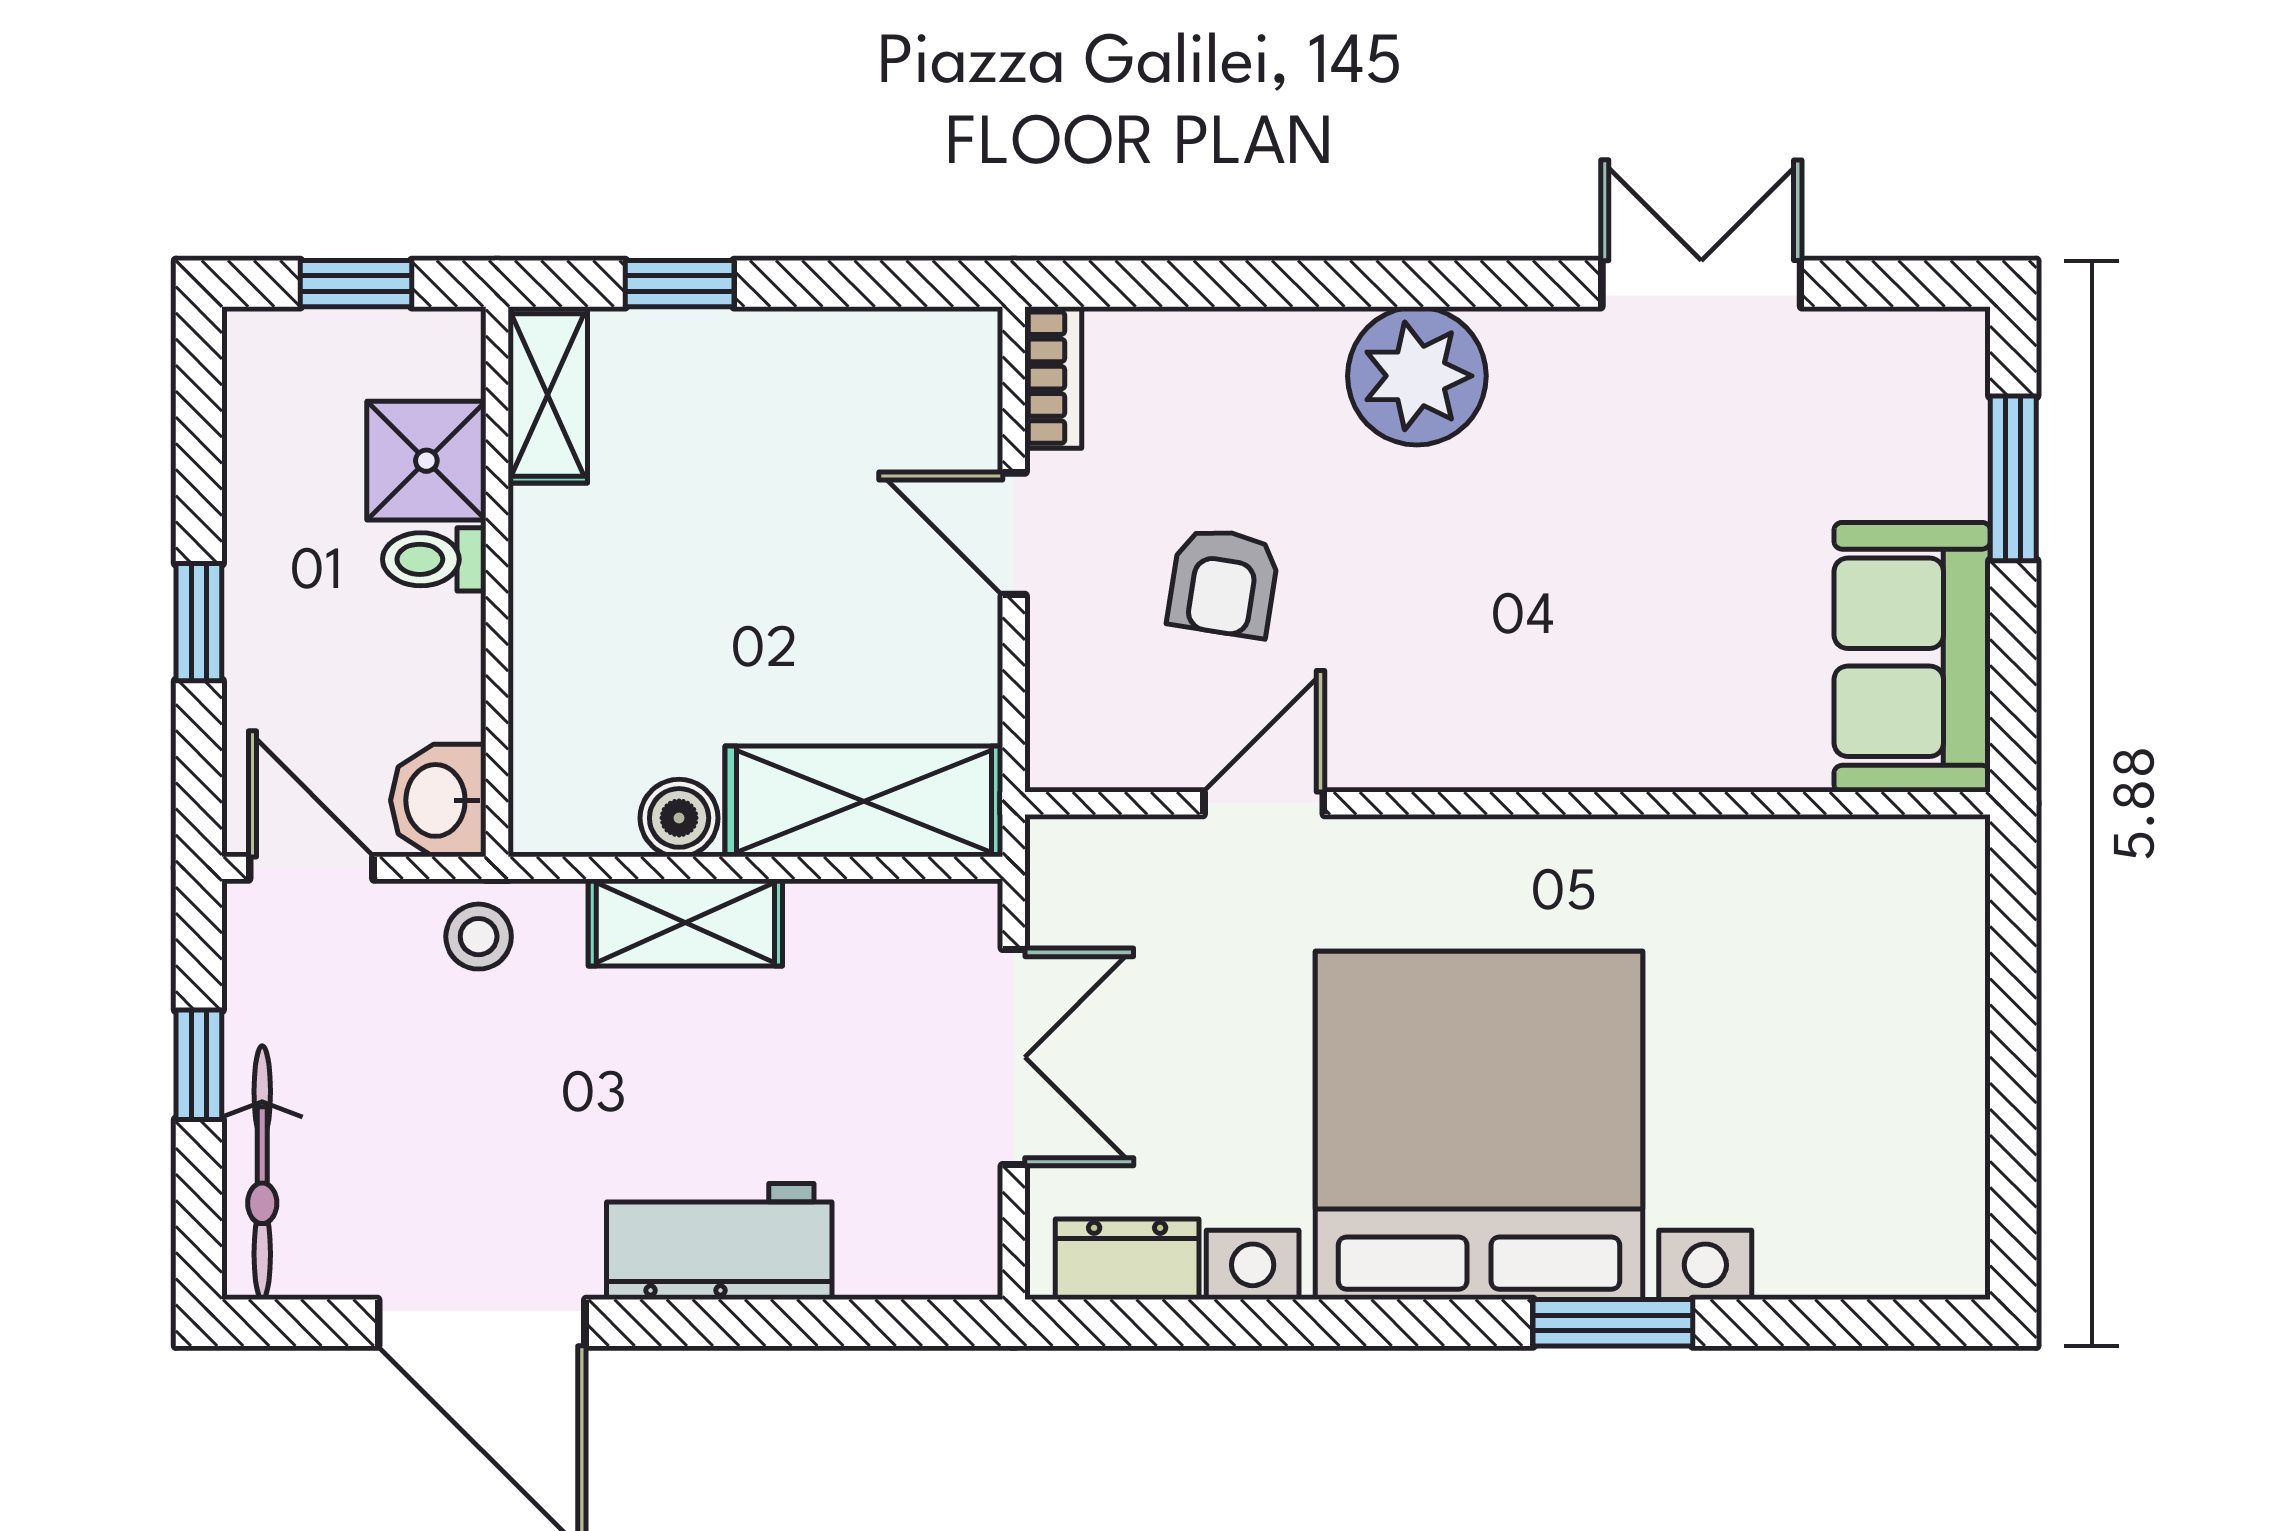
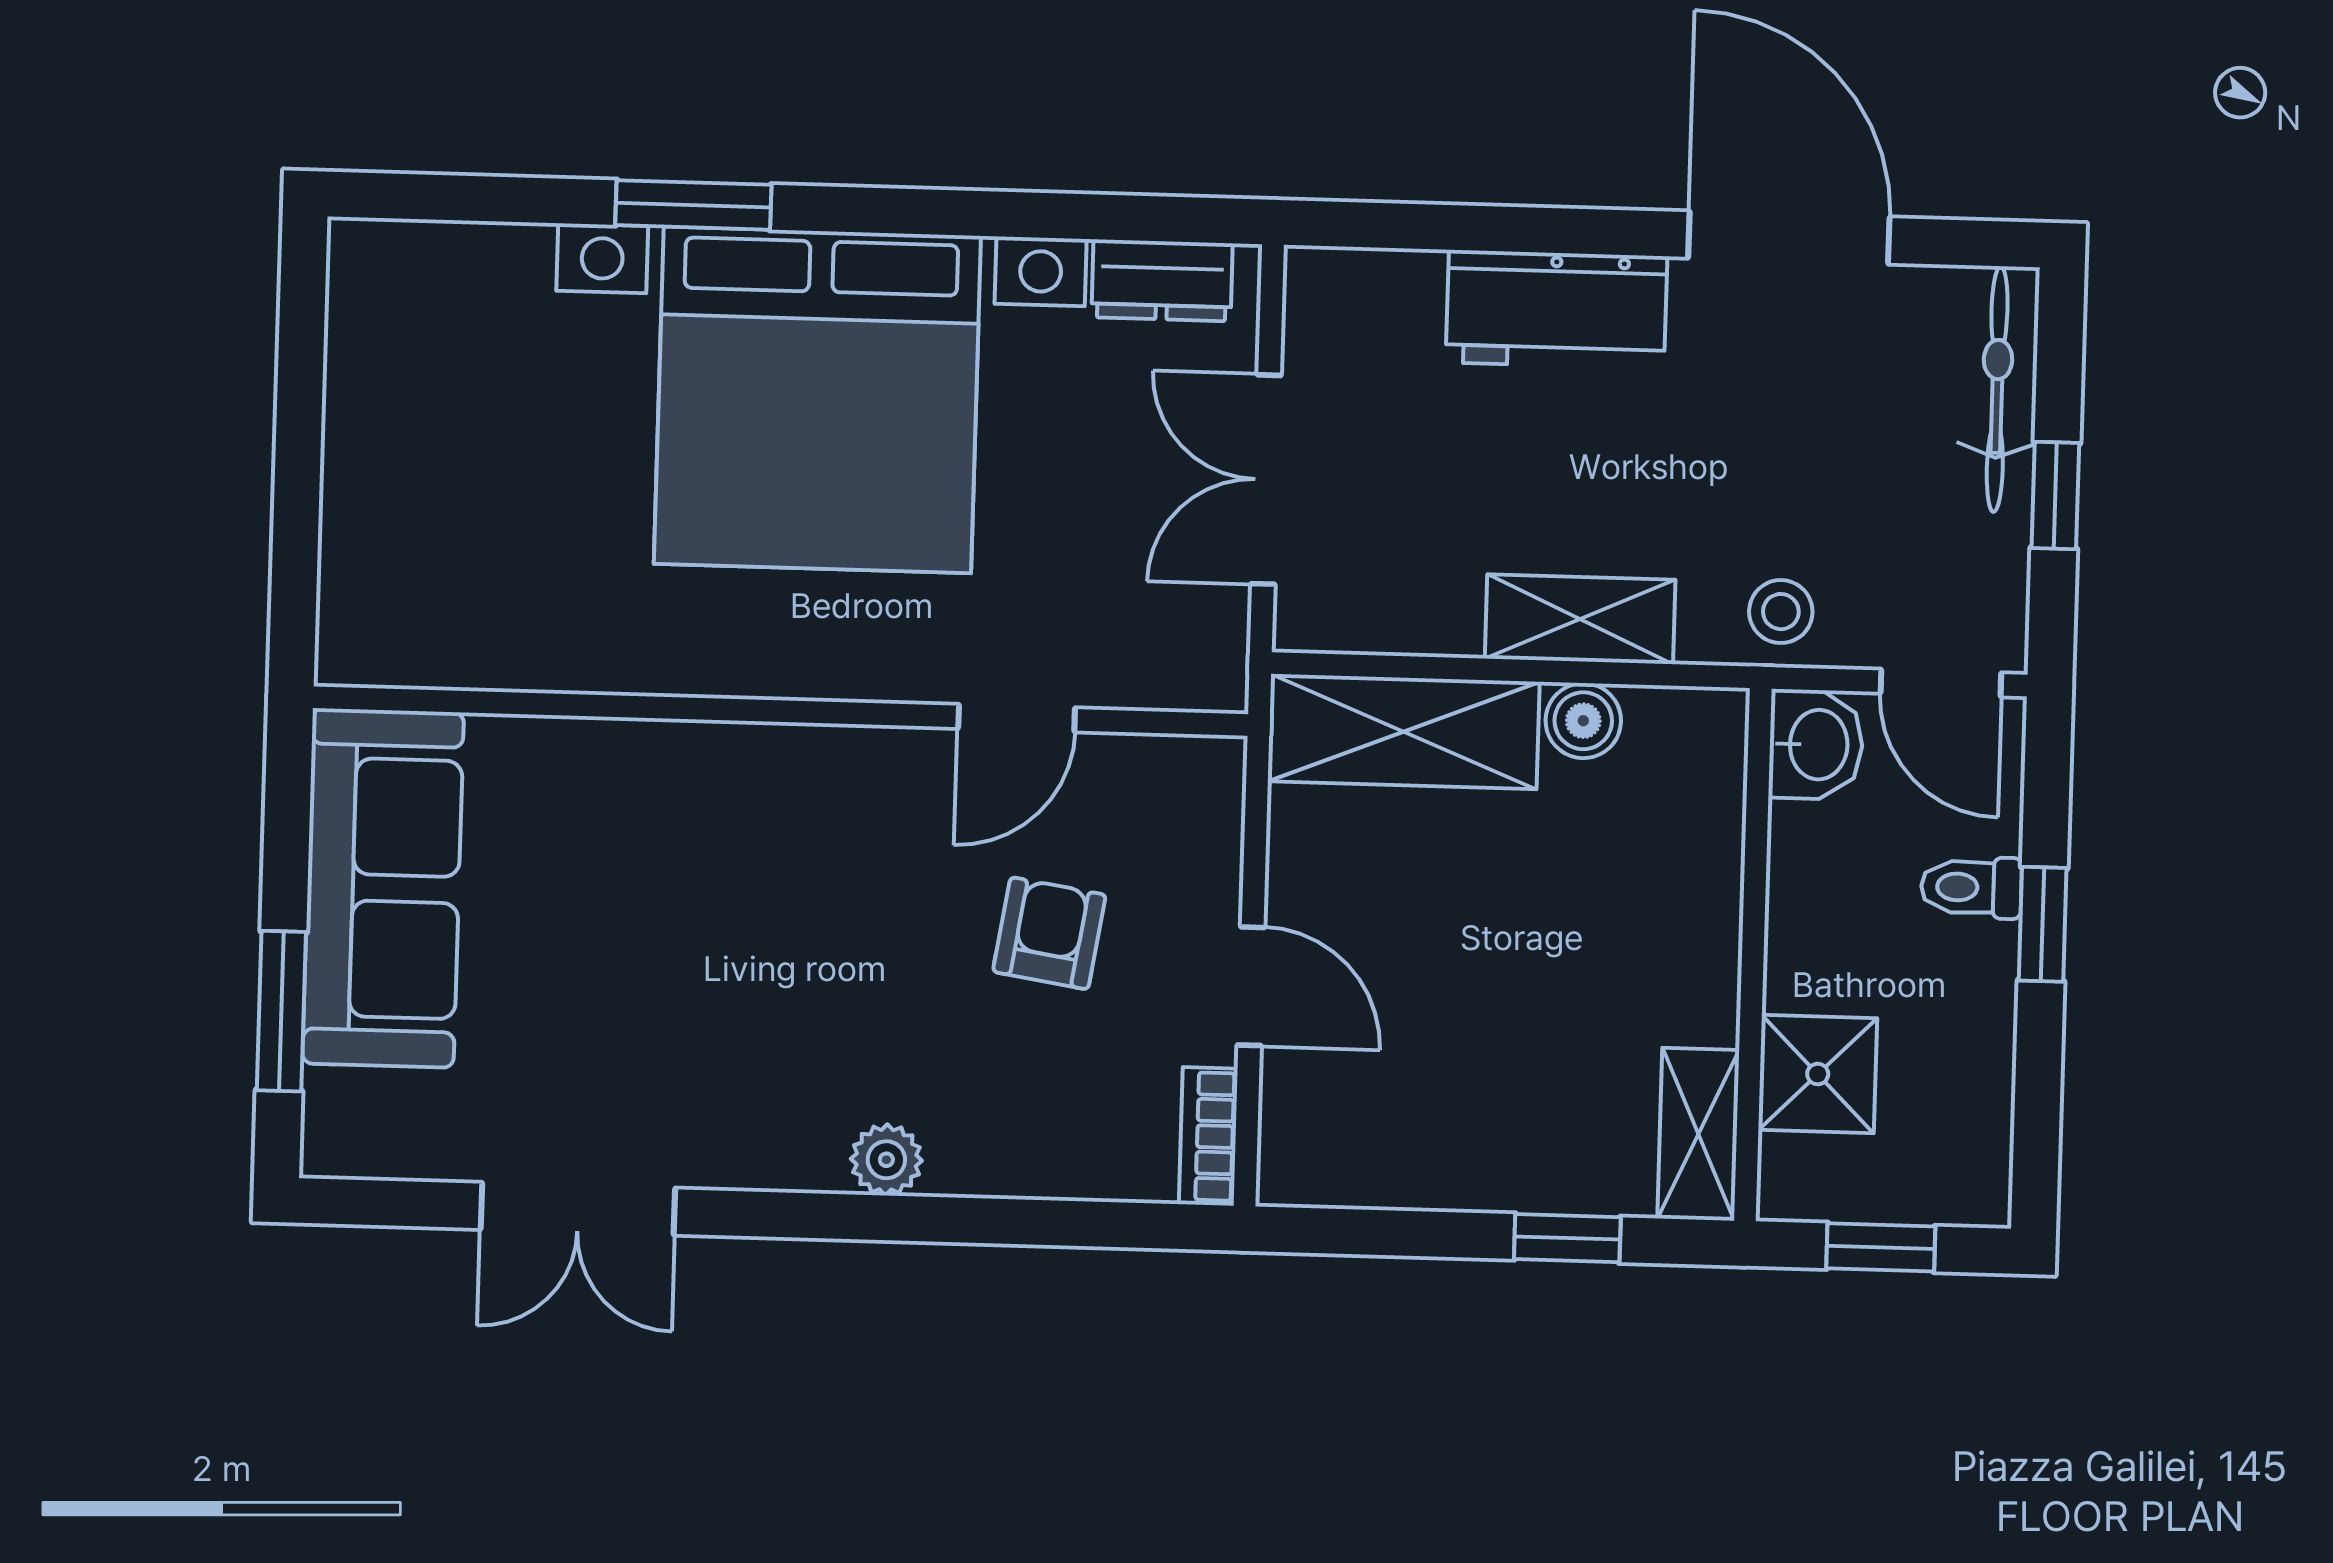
plant: (1417, 376) -> (886, 1160), width x0.53, depth x0.53
toilet: (434, 559) -> (1971, 887), moved, turned 180
sofa: (1912, 657) -> (383, 888), width x1.36

